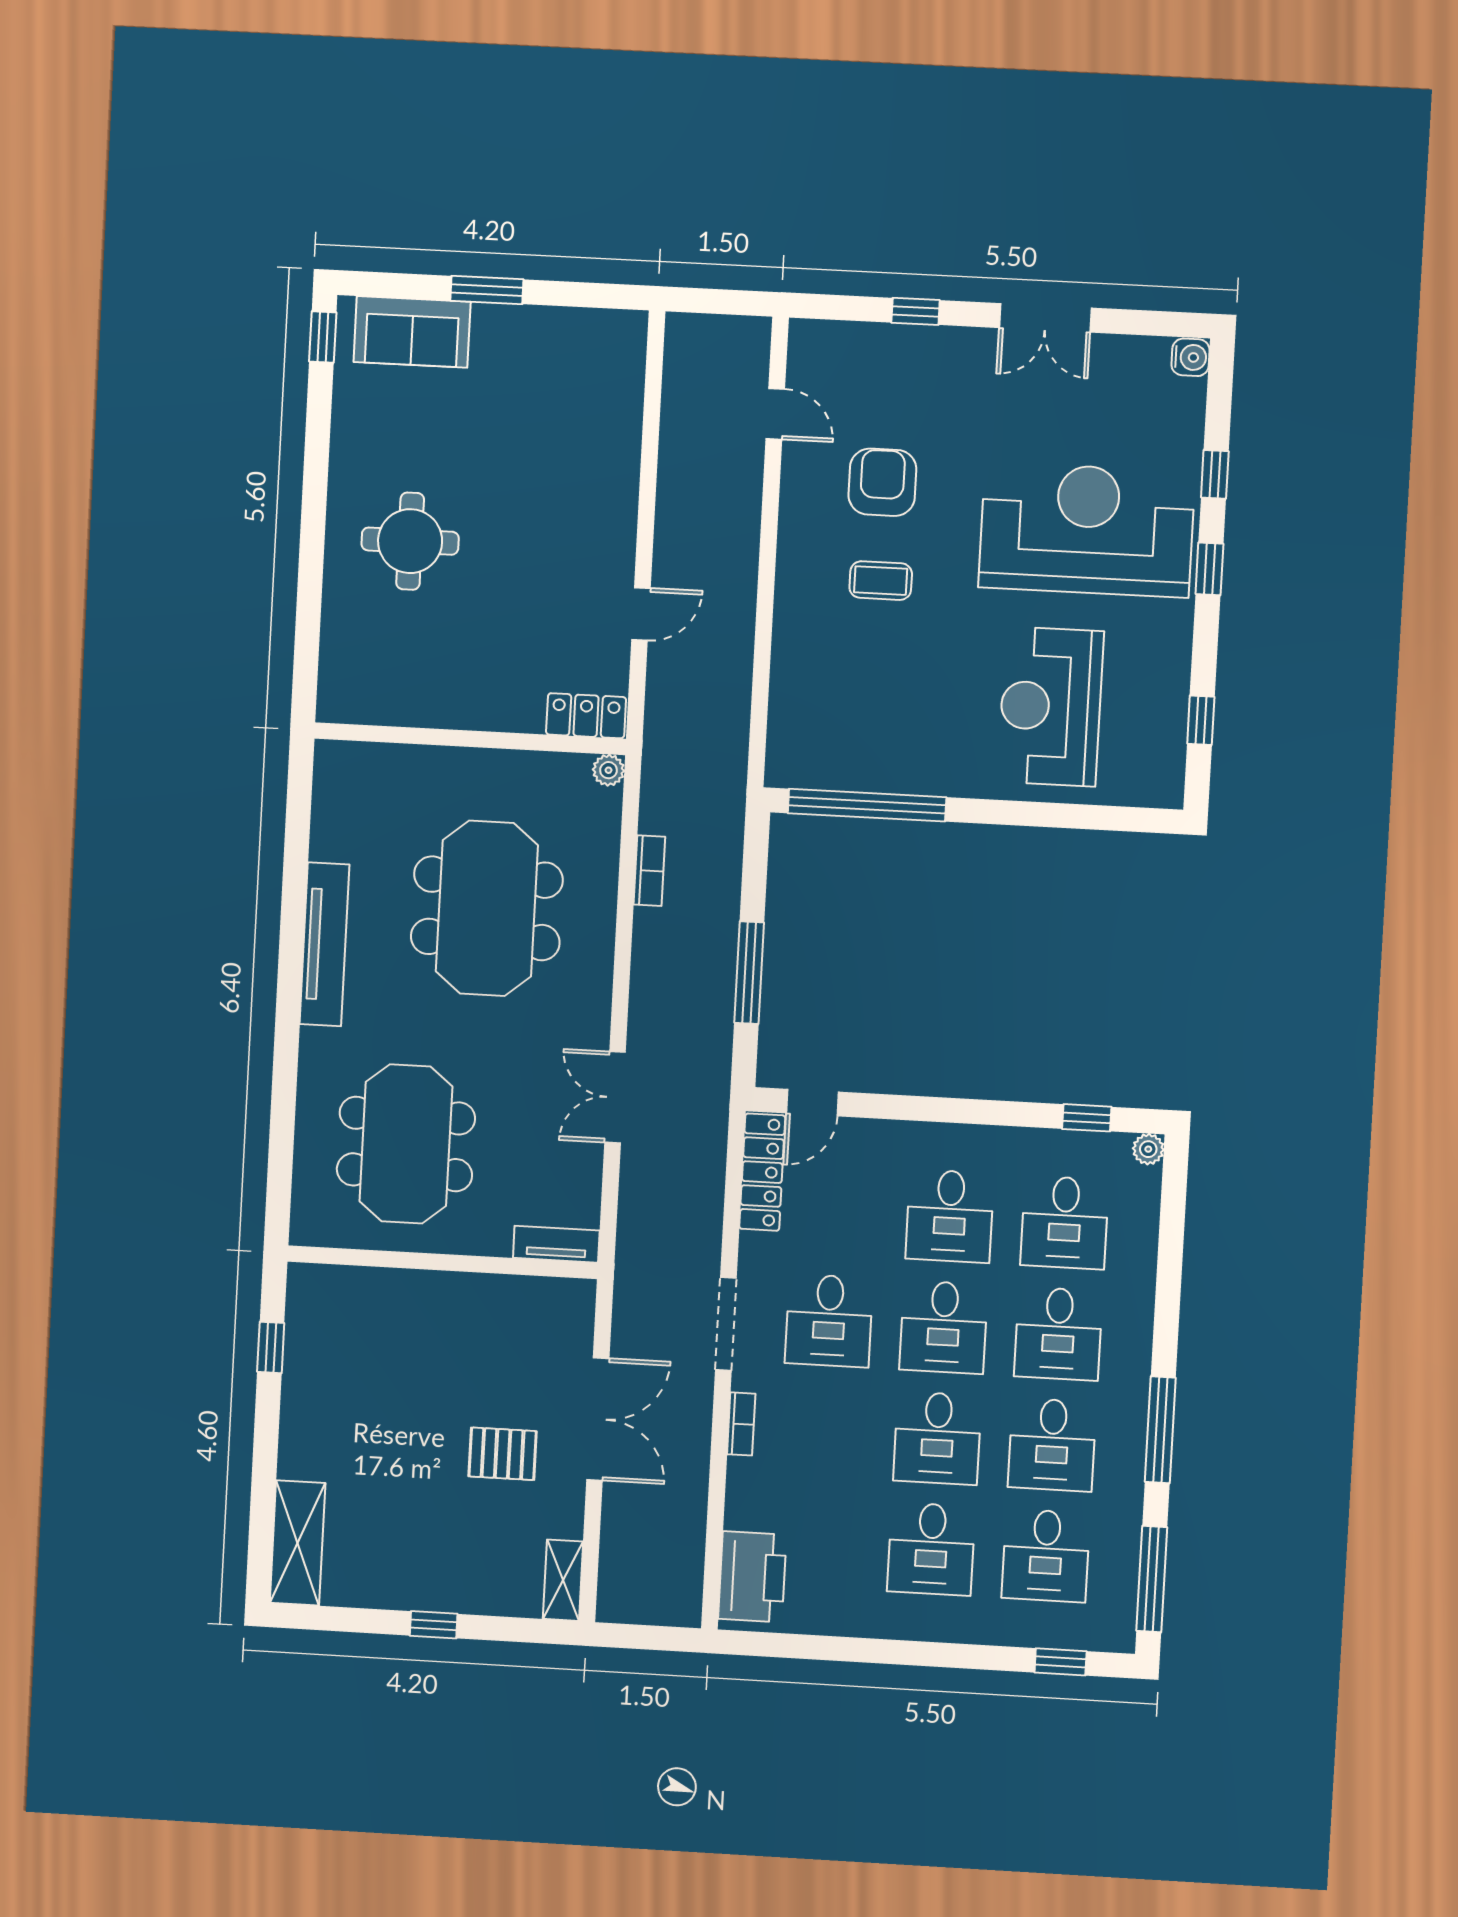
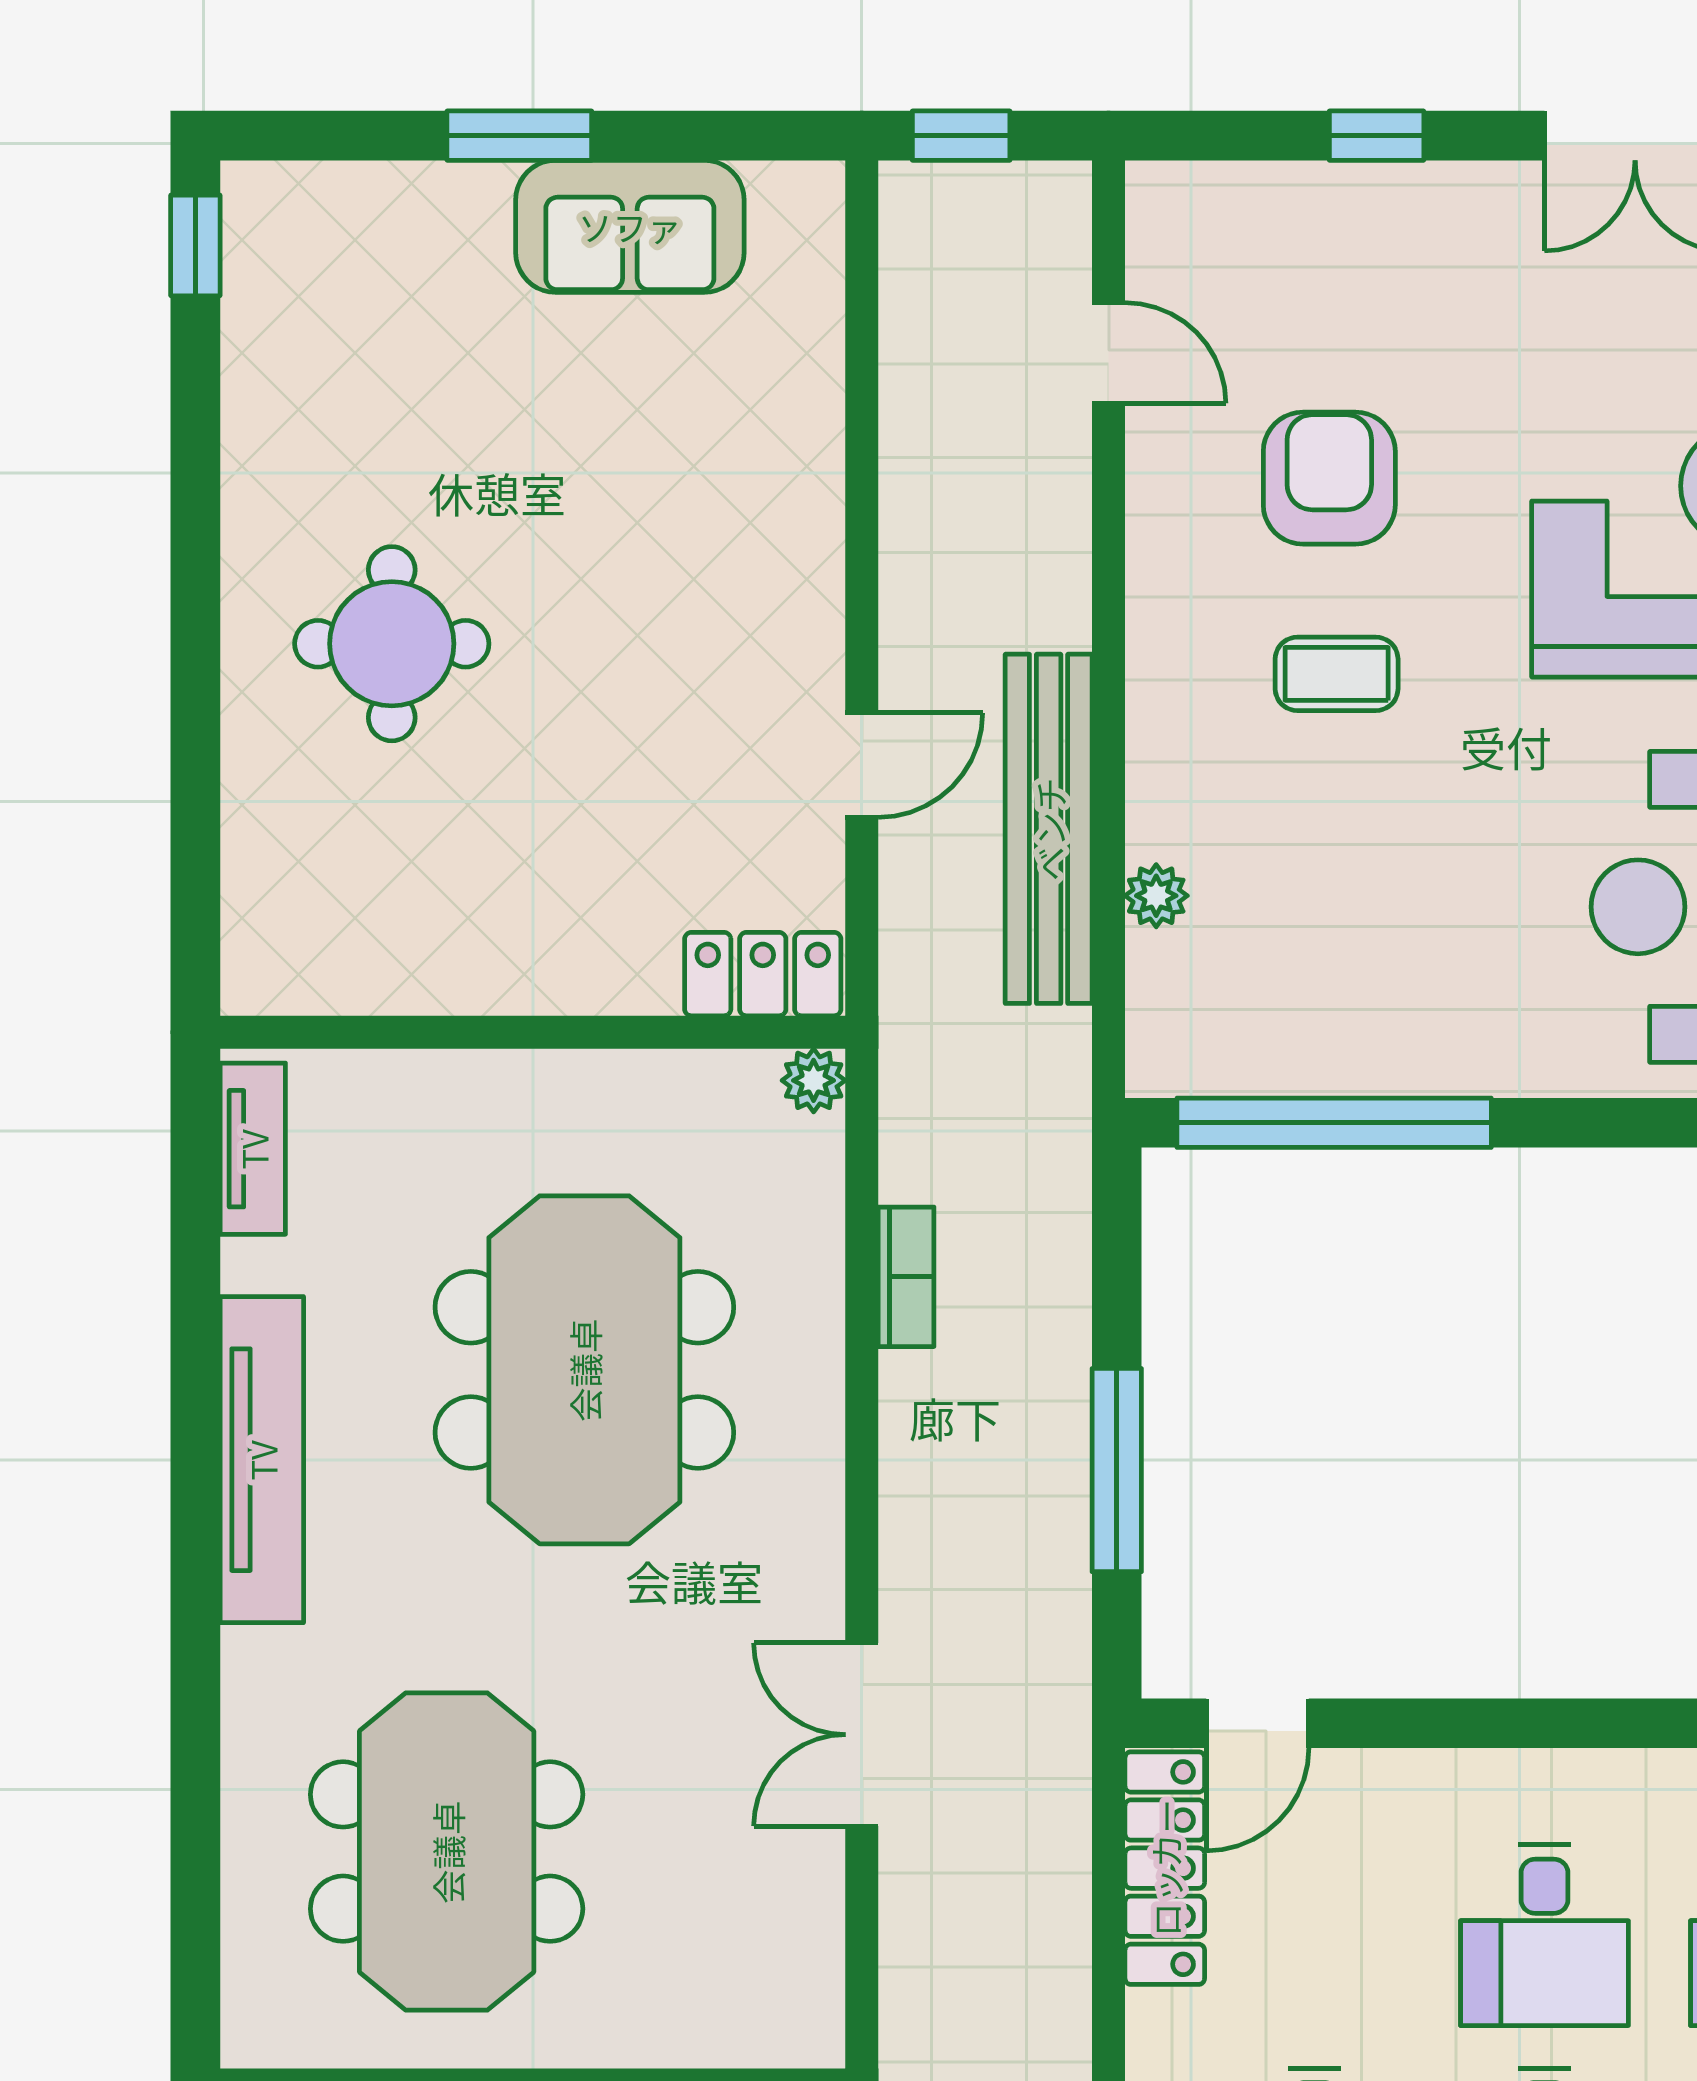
window: (707, 301) -> (961, 136), added
sofa: (412, 332) -> (630, 226), moved
bench: (732, 651) -> (1049, 829), added
plant: (784, 687) -> (1156, 896), added
tv unit: (556, 1244) -> (253, 1149), moved, turned 90

